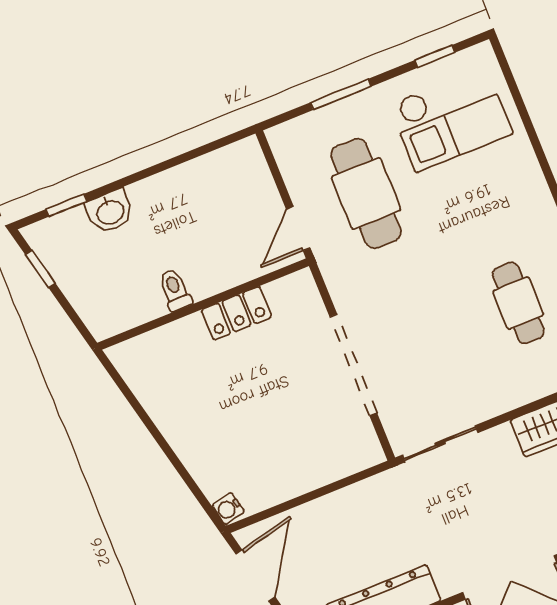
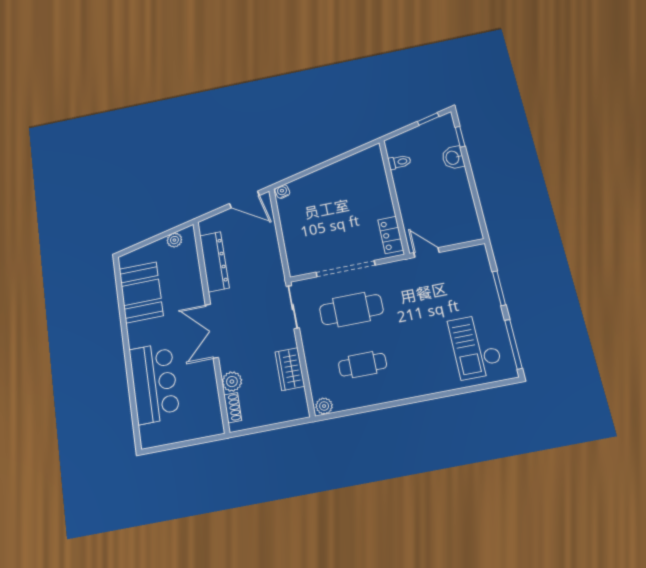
window: (435, 56) -> (513, 344), width x2.17
cafe table: (366, 193) -> (351, 310), moved
toilet: (175, 290) -> (399, 162), moved
locker: (237, 313) -> (391, 235), moved

